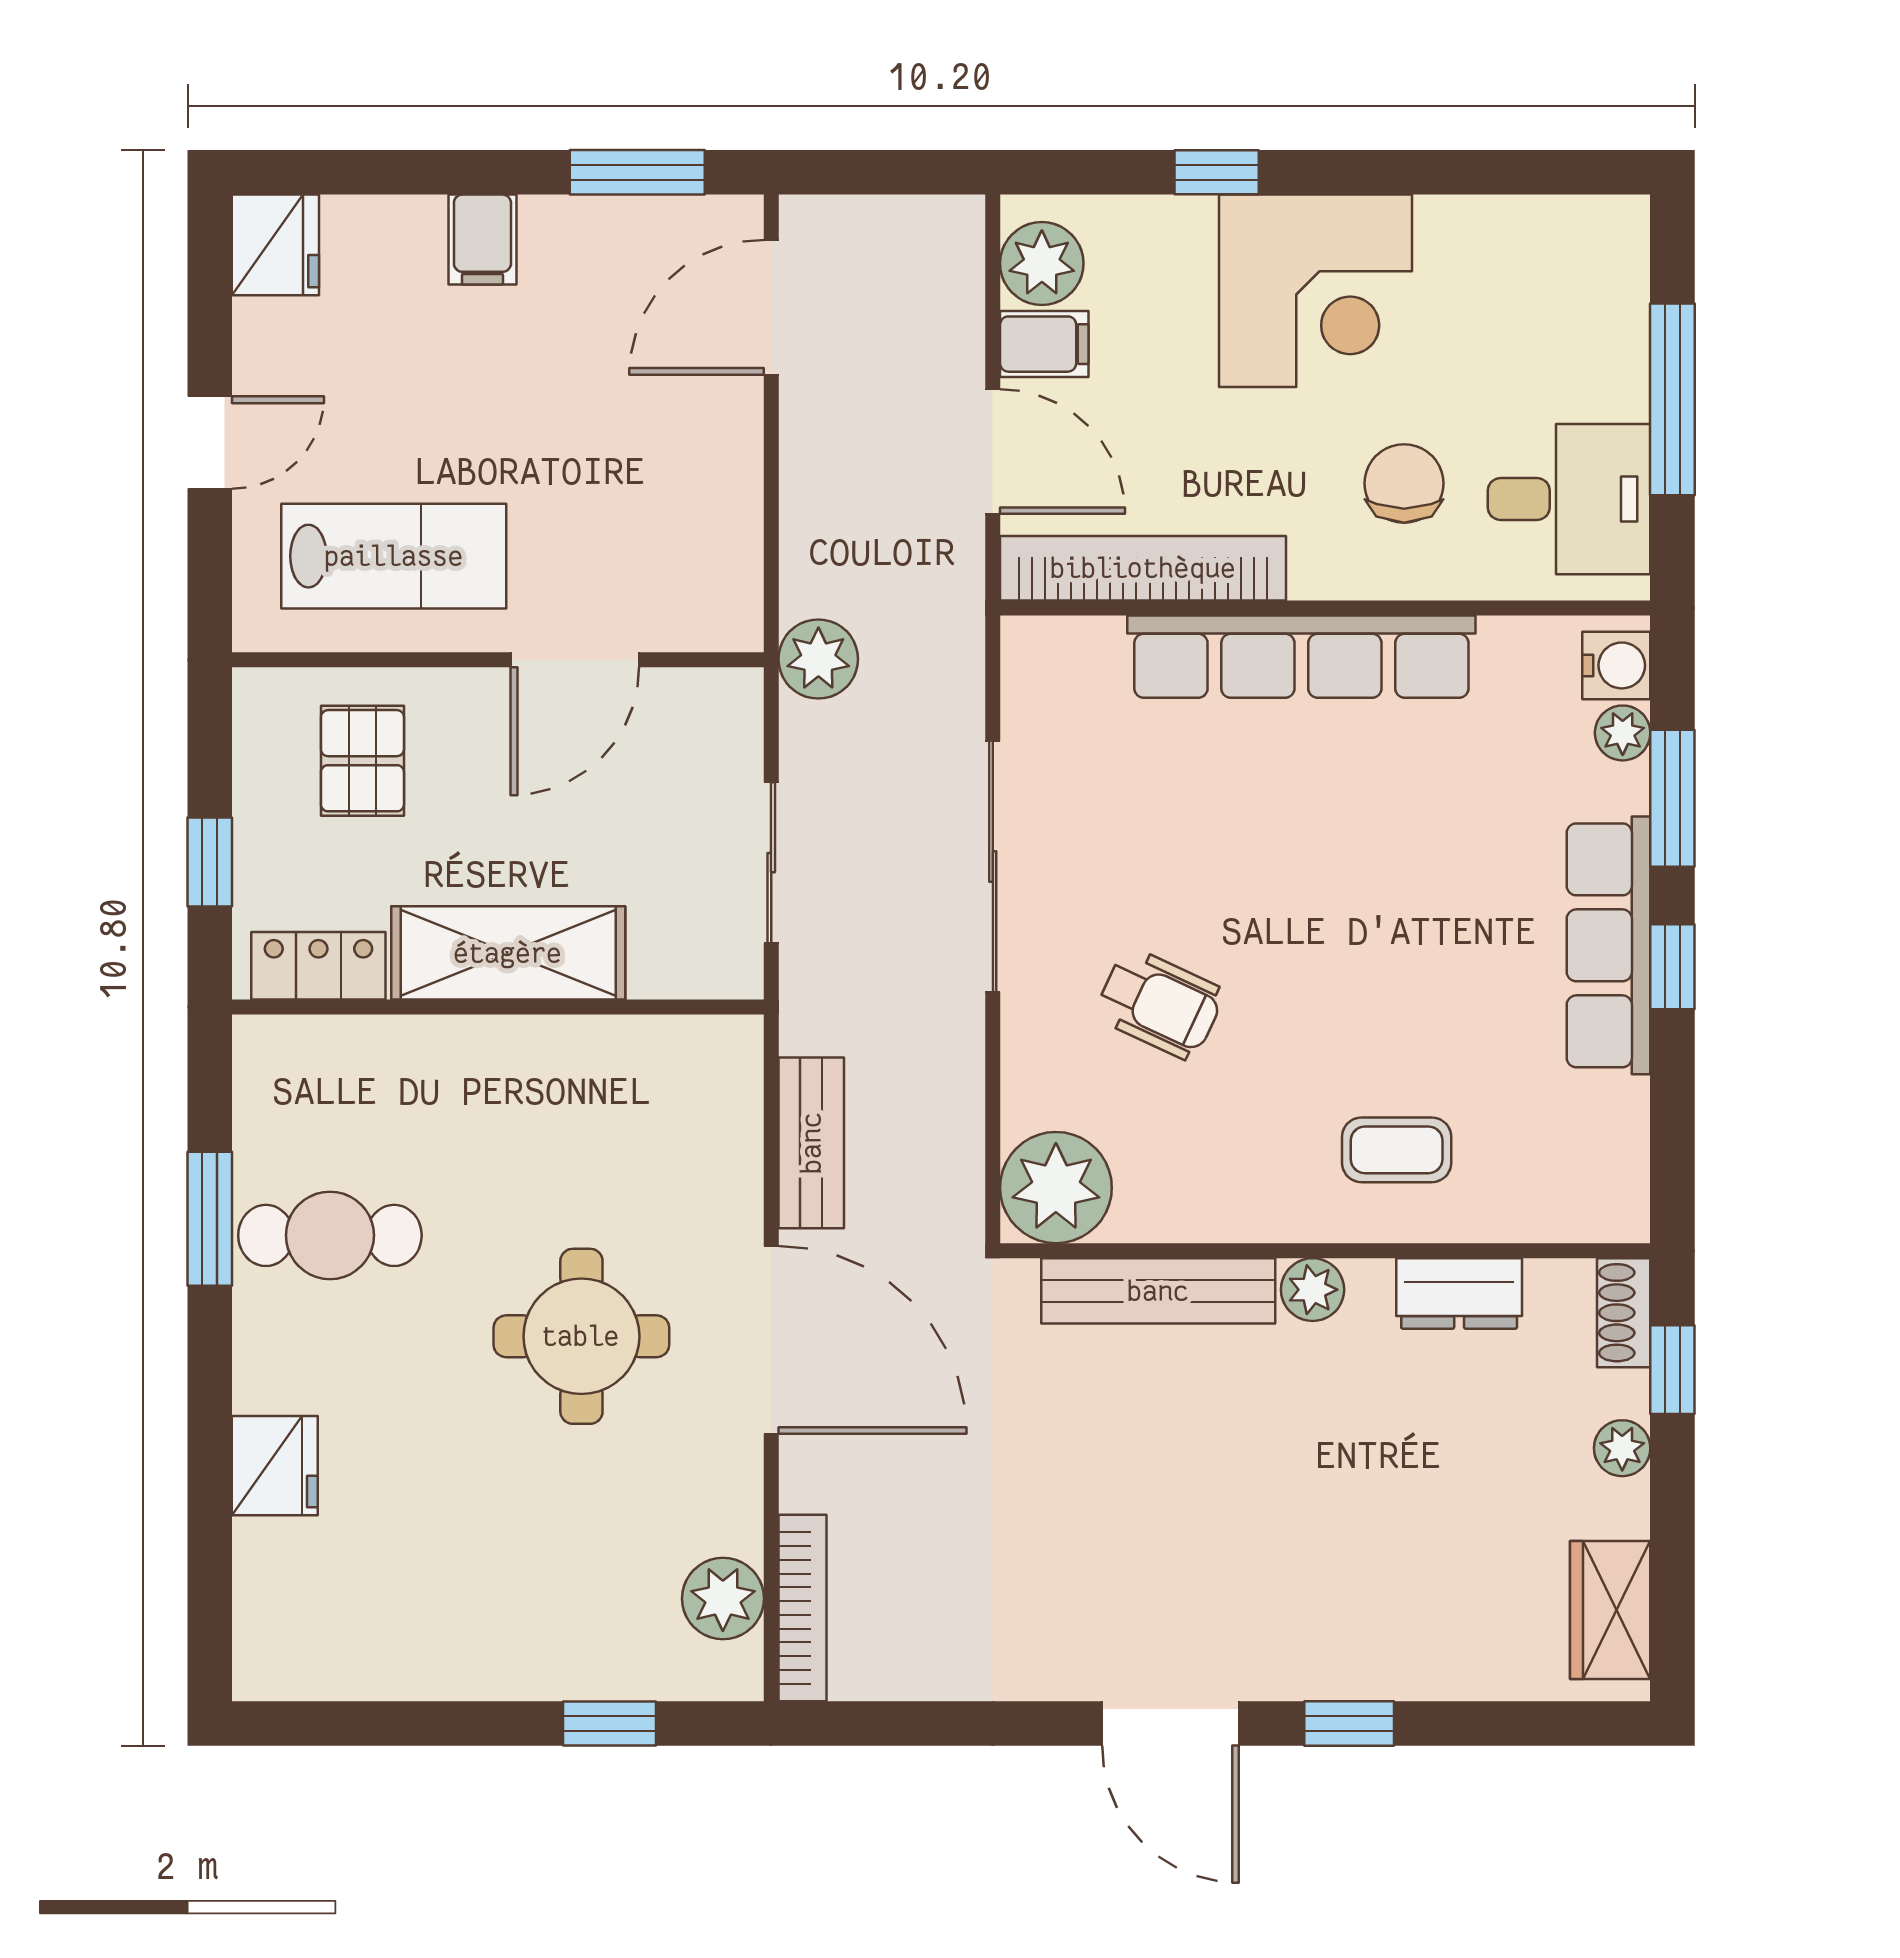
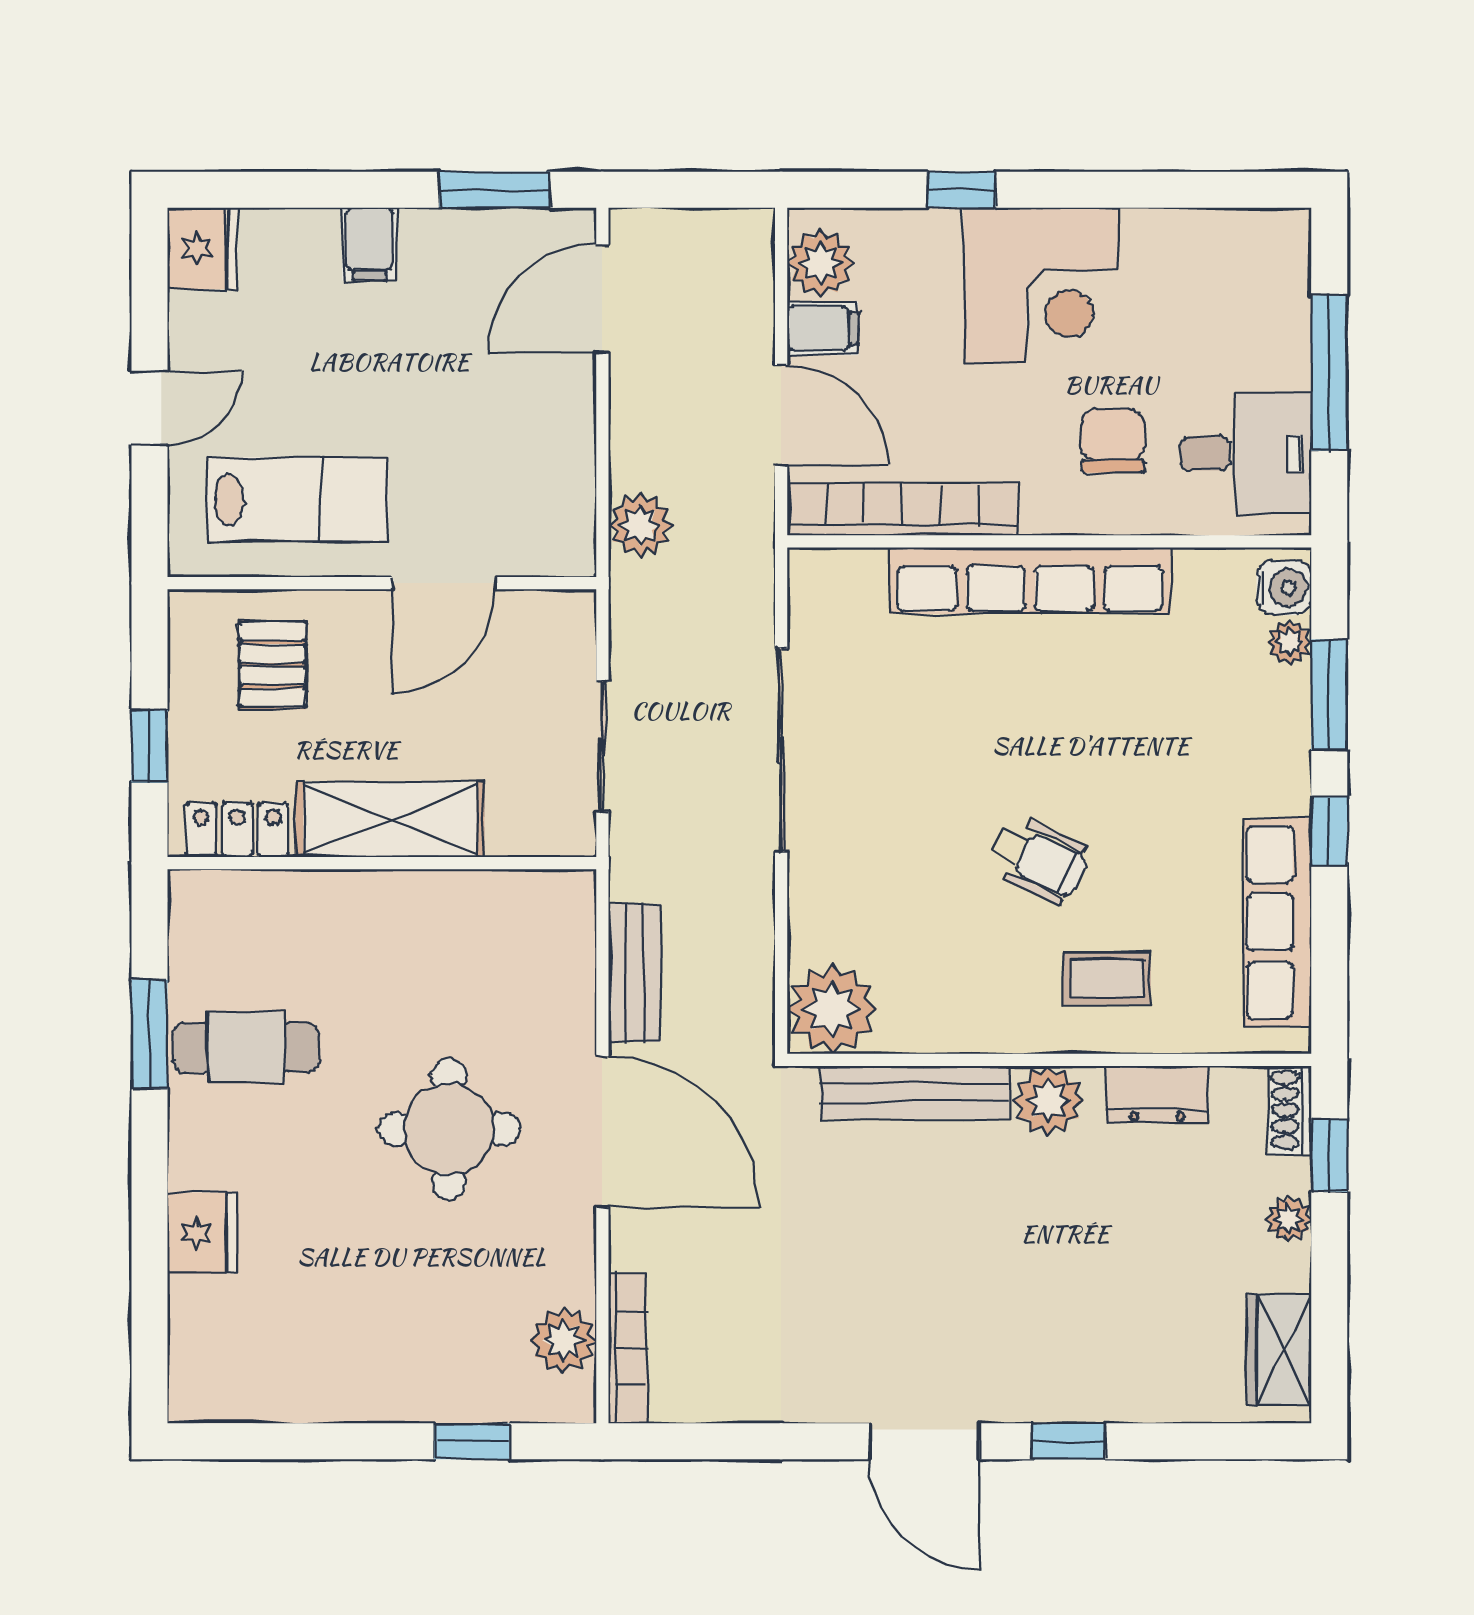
plant: (818, 659) -> (640, 525), moved
row of seats: (1608, 945) -> (1278, 922), moved
wheelchair: (1159, 1004) -> (1039, 859), moved
plant: (1313, 1290) -> (1049, 1101), width x1.38, depth x1.38

